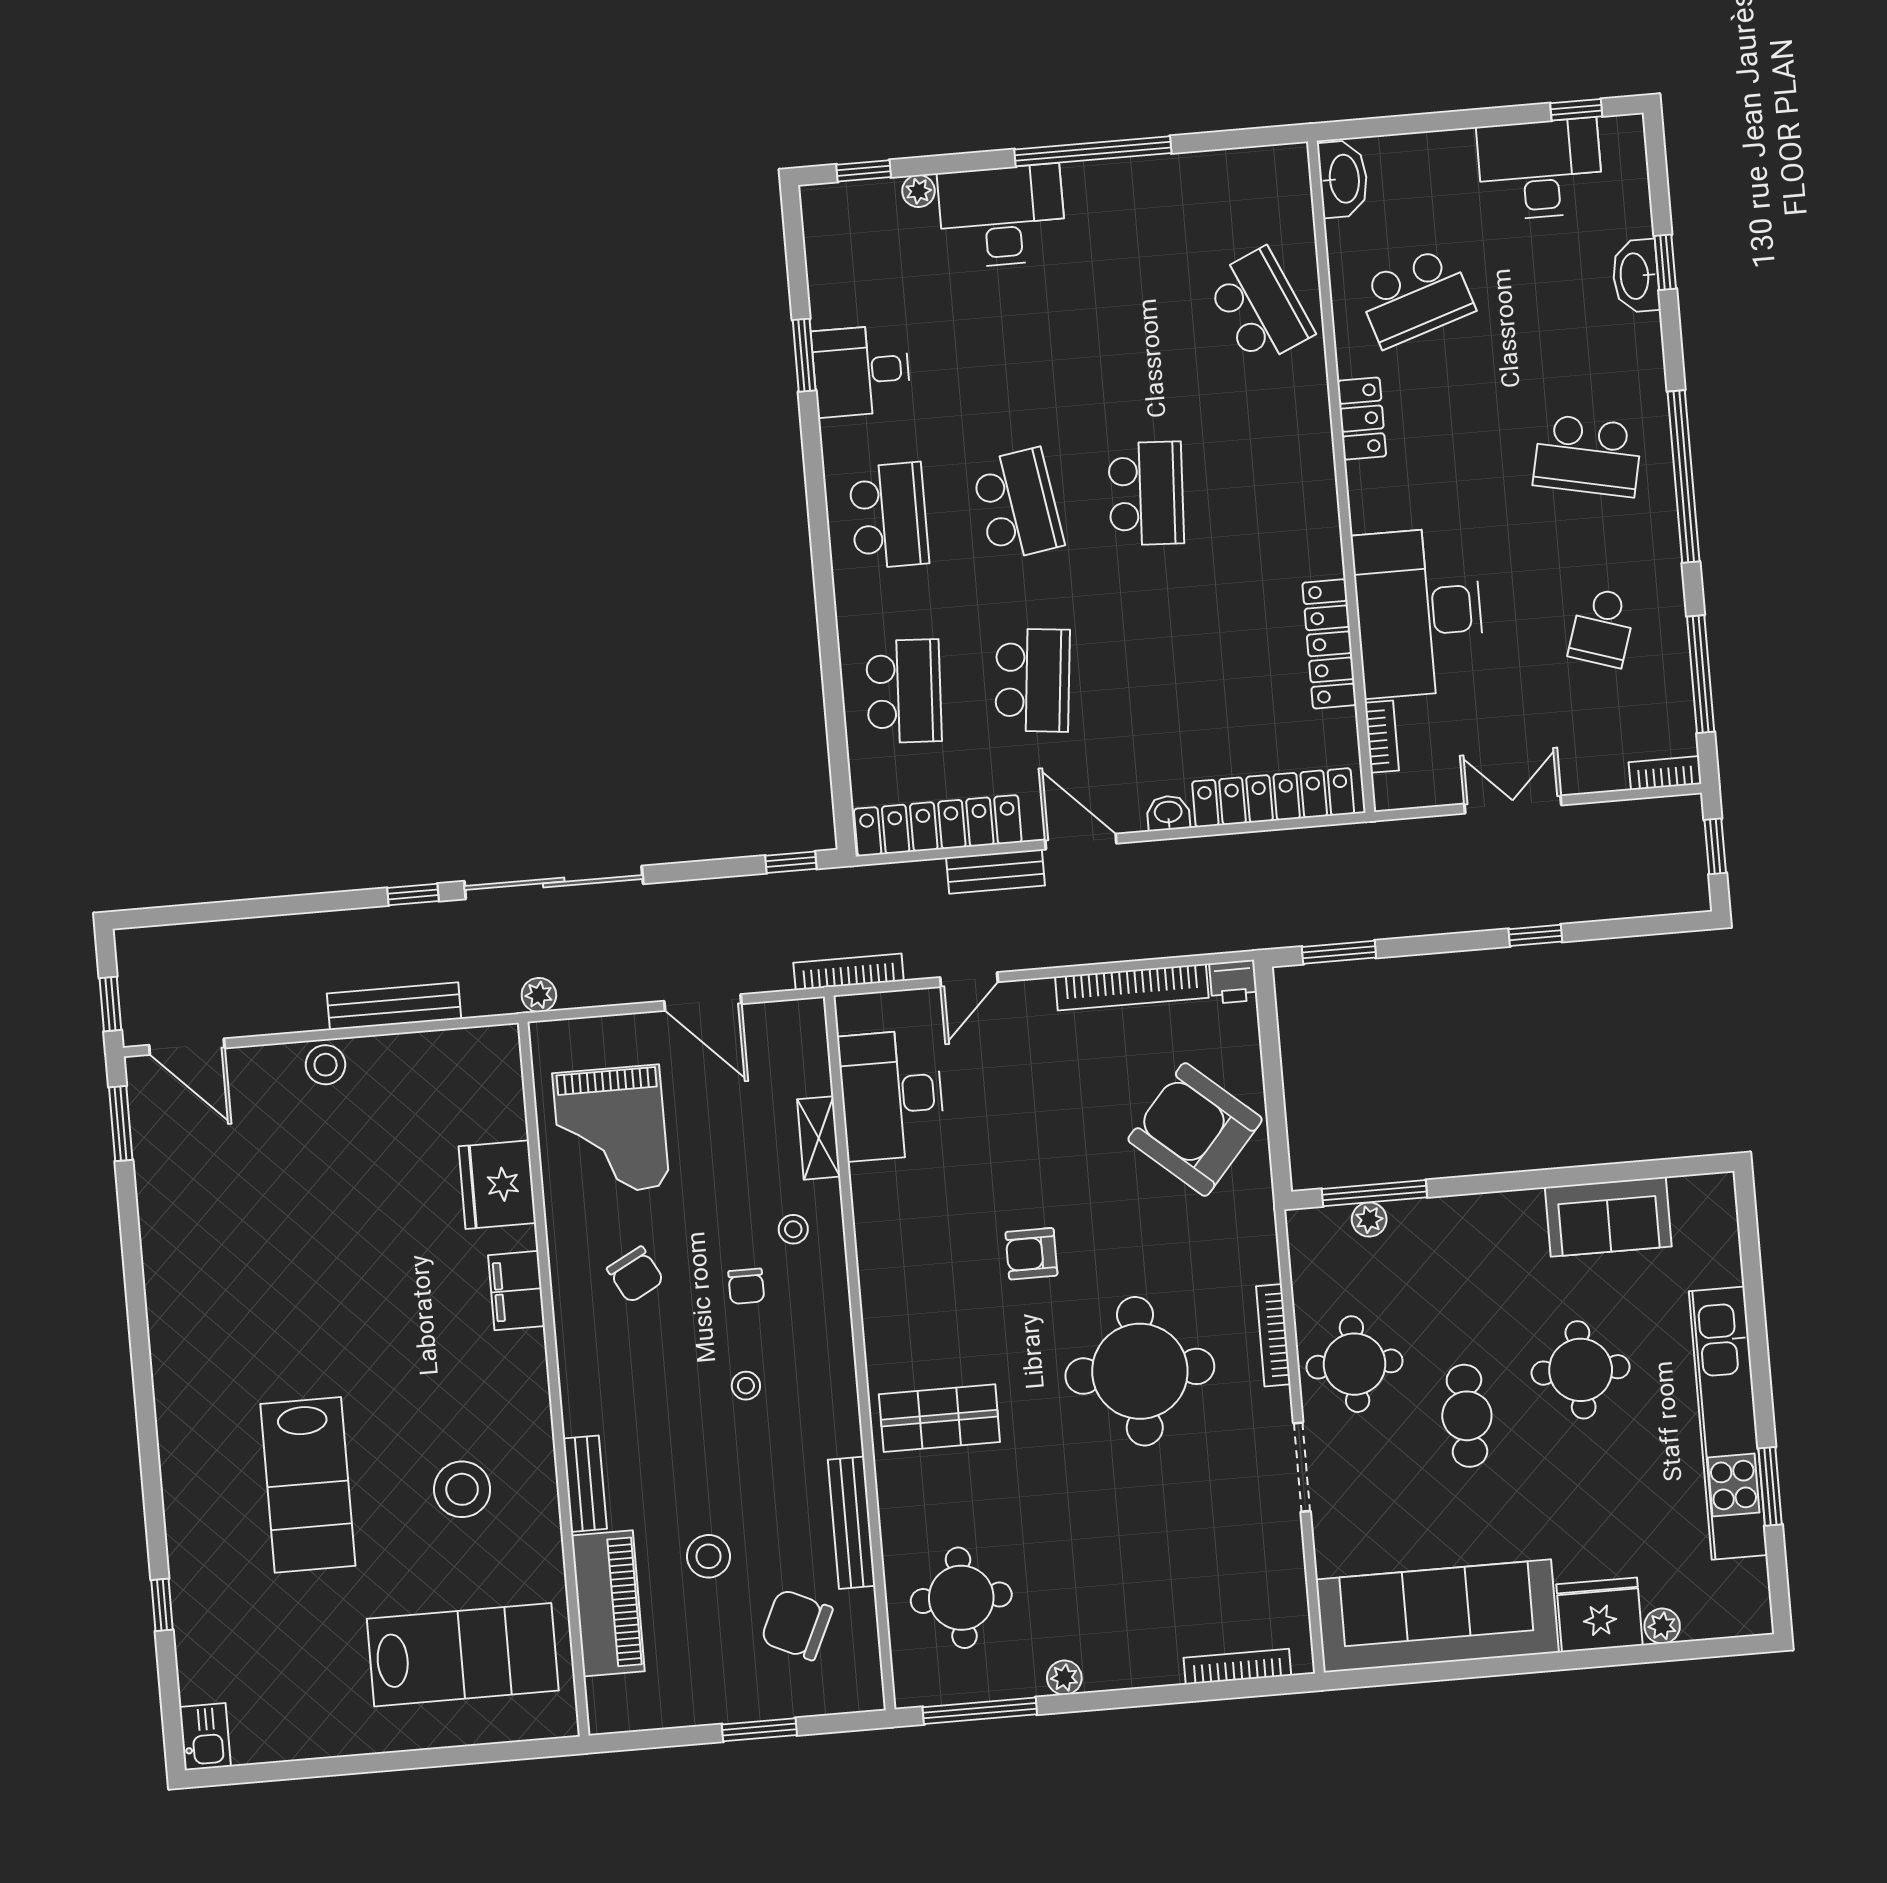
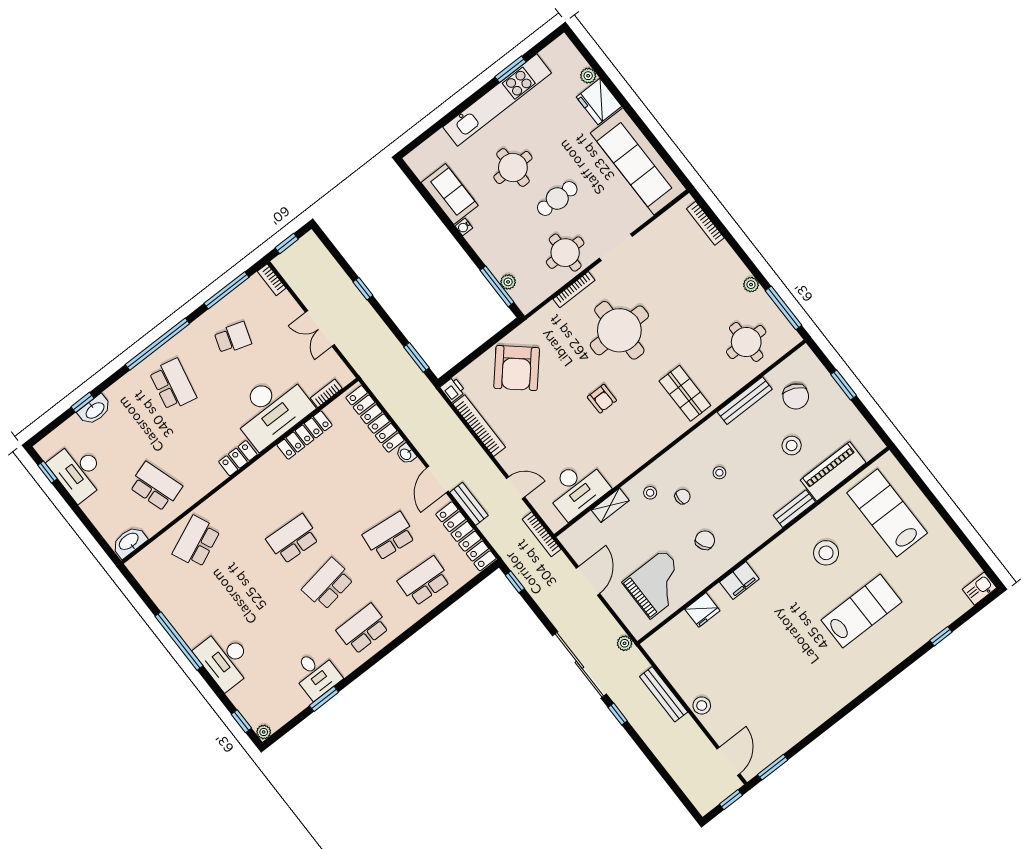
plant: (918, 191) -> (264, 732), moved
locker: (1362, 419) -> (238, 458), moved
fridge: (497, 1185) -> (702, 610), width x0.73, depth x0.75
water cooler: (1528, 1203) -> (464, 227), added

